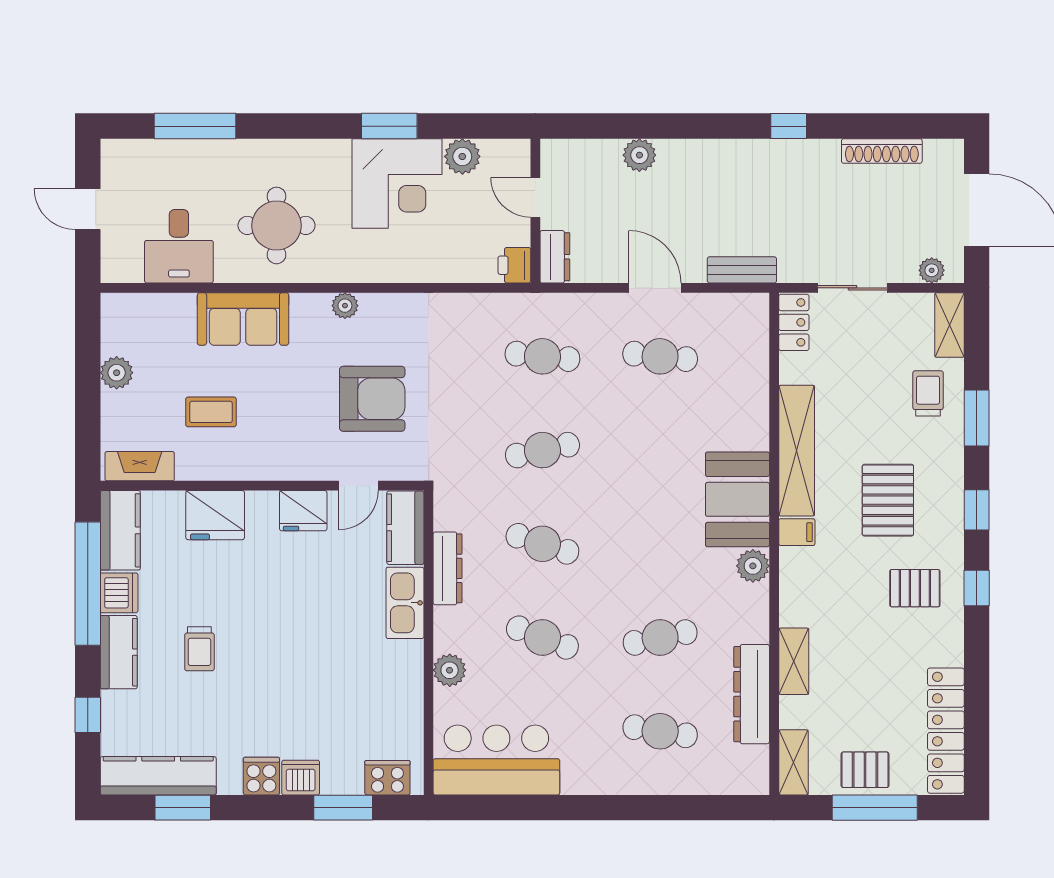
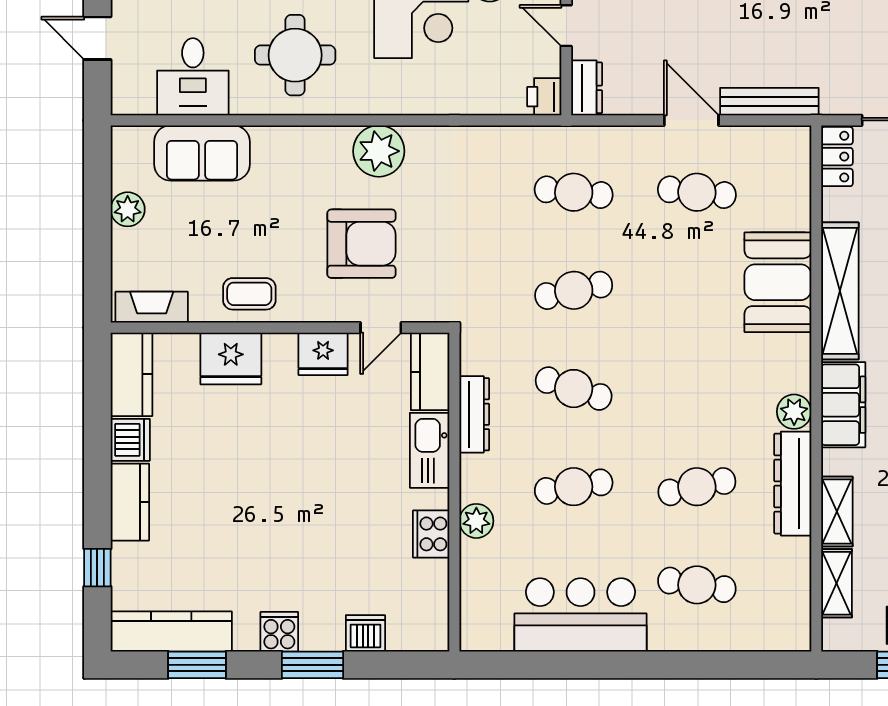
bench: (742, 270) -> (769, 102), width x1.36
plant: (345, 306) -> (379, 151), width x1.87, depth x1.87
sofa: (243, 319) -> (202, 153), moved
armchair: (372, 399) -> (361, 244), moved
coffee table: (211, 412) -> (249, 294), moved
booth: (737, 499) -> (778, 282), moved
filing cabinet: (797, 532) -> (843, 405), width x3.00, depth x1.17
window: (88, 584) -> (97, 430), removed
cafe table: (542, 638) -> (574, 487), turned -30
trolley: (199, 649) -> (214, 498), removed
dresser: (752, 694) -> (793, 484), moved
bar counter: (496, 760) -> (581, 615), moved
shelving: (793, 762) -> (837, 583), moved
dishwasher: (301, 778) -> (365, 633), moved
cooker: (387, 778) -> (431, 534), moved, turned -90
window: (343, 808) -> (312, 665), moved

